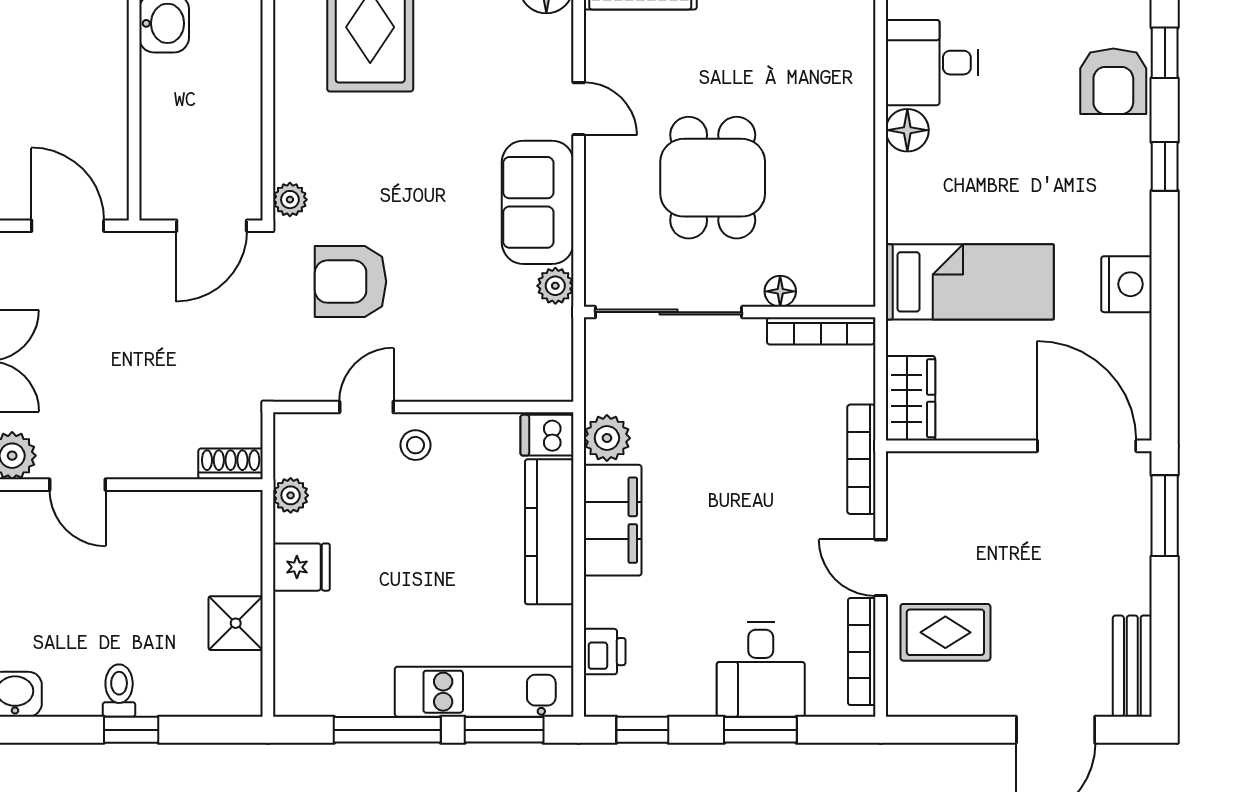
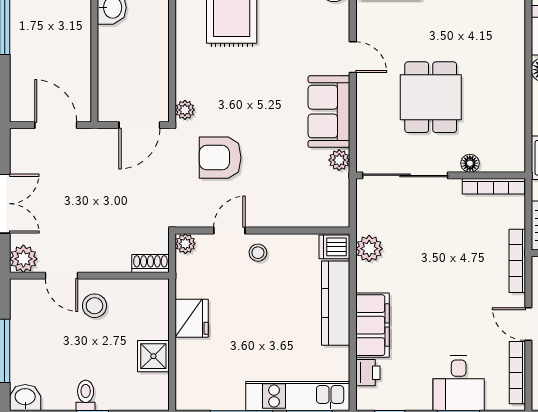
plant: (291, 495) -> (185, 244), moved
filing cabinet: (613, 520) -> (373, 325), moved
stool: (134, 536) -> (94, 306), added
fridge: (301, 567) -> (192, 318), width x1.38

